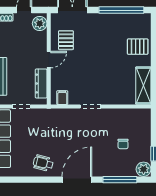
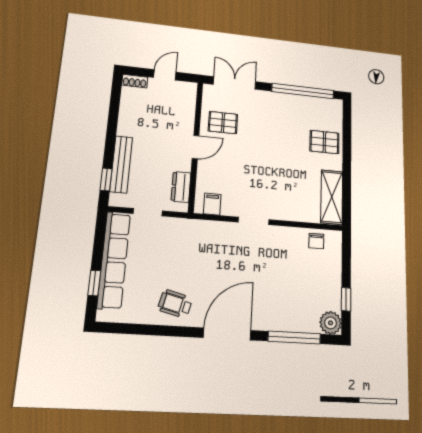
plant: (40, 23) -> (186, 96), removed
pallet: (66, 40) -> (223, 123), turned 90
dresser: (41, 84) -> (181, 187), width x0.70
chair: (123, 144) -> (316, 241), moved

